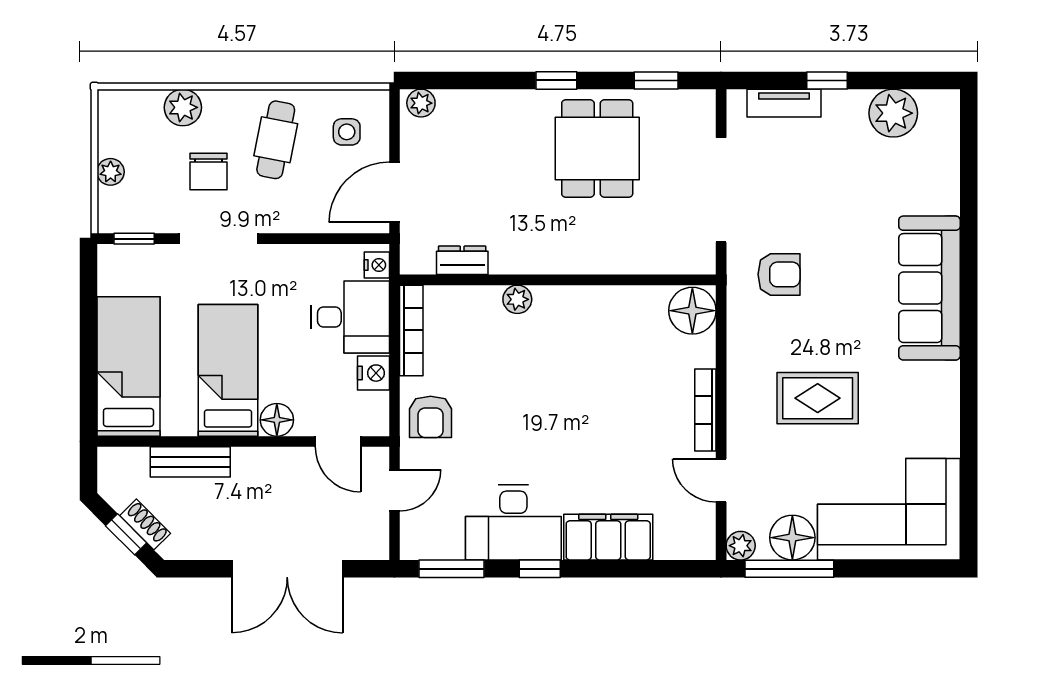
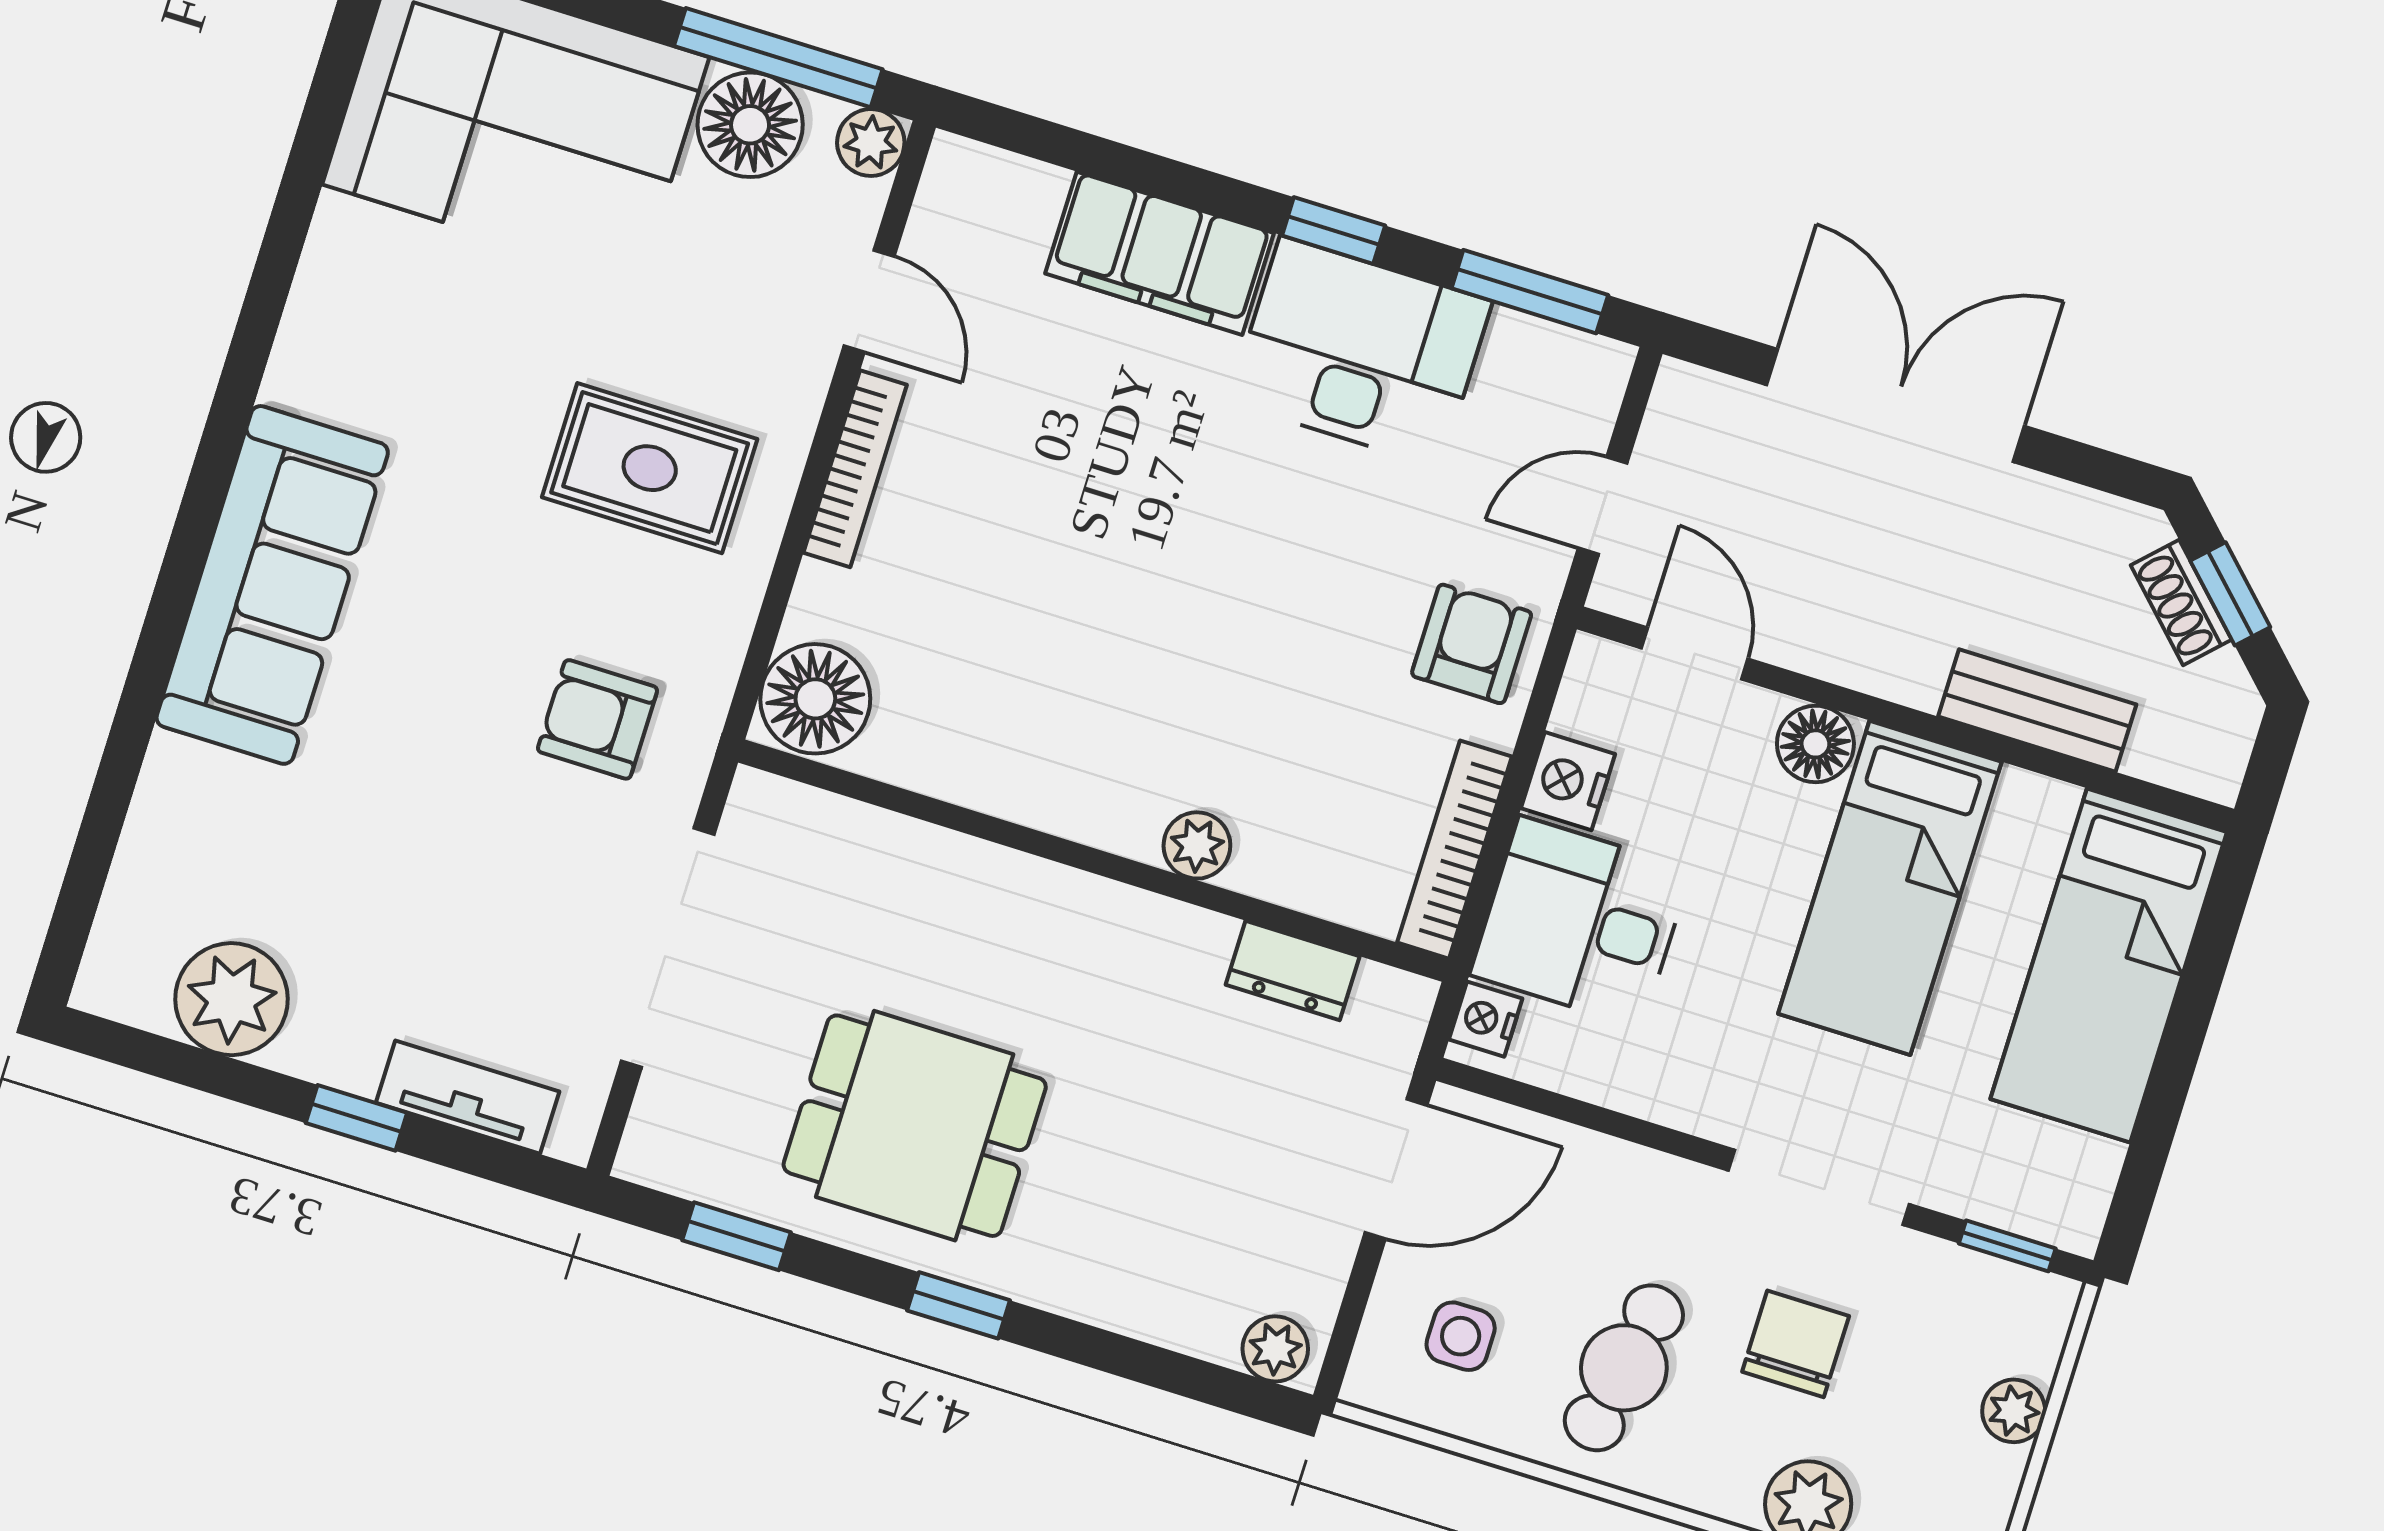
dining table: (597, 148) -> (915, 1126), turned 90
rug: (818, 398) -> (650, 468), moved

